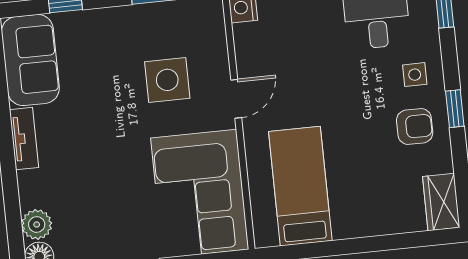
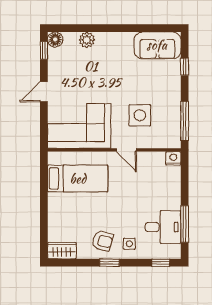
armchair: (415, 127) -> (102, 241), turned -76
tv unit: (24, 139) -> (117, 38), removed
plant: (37, 224) -> (87, 40), moved

